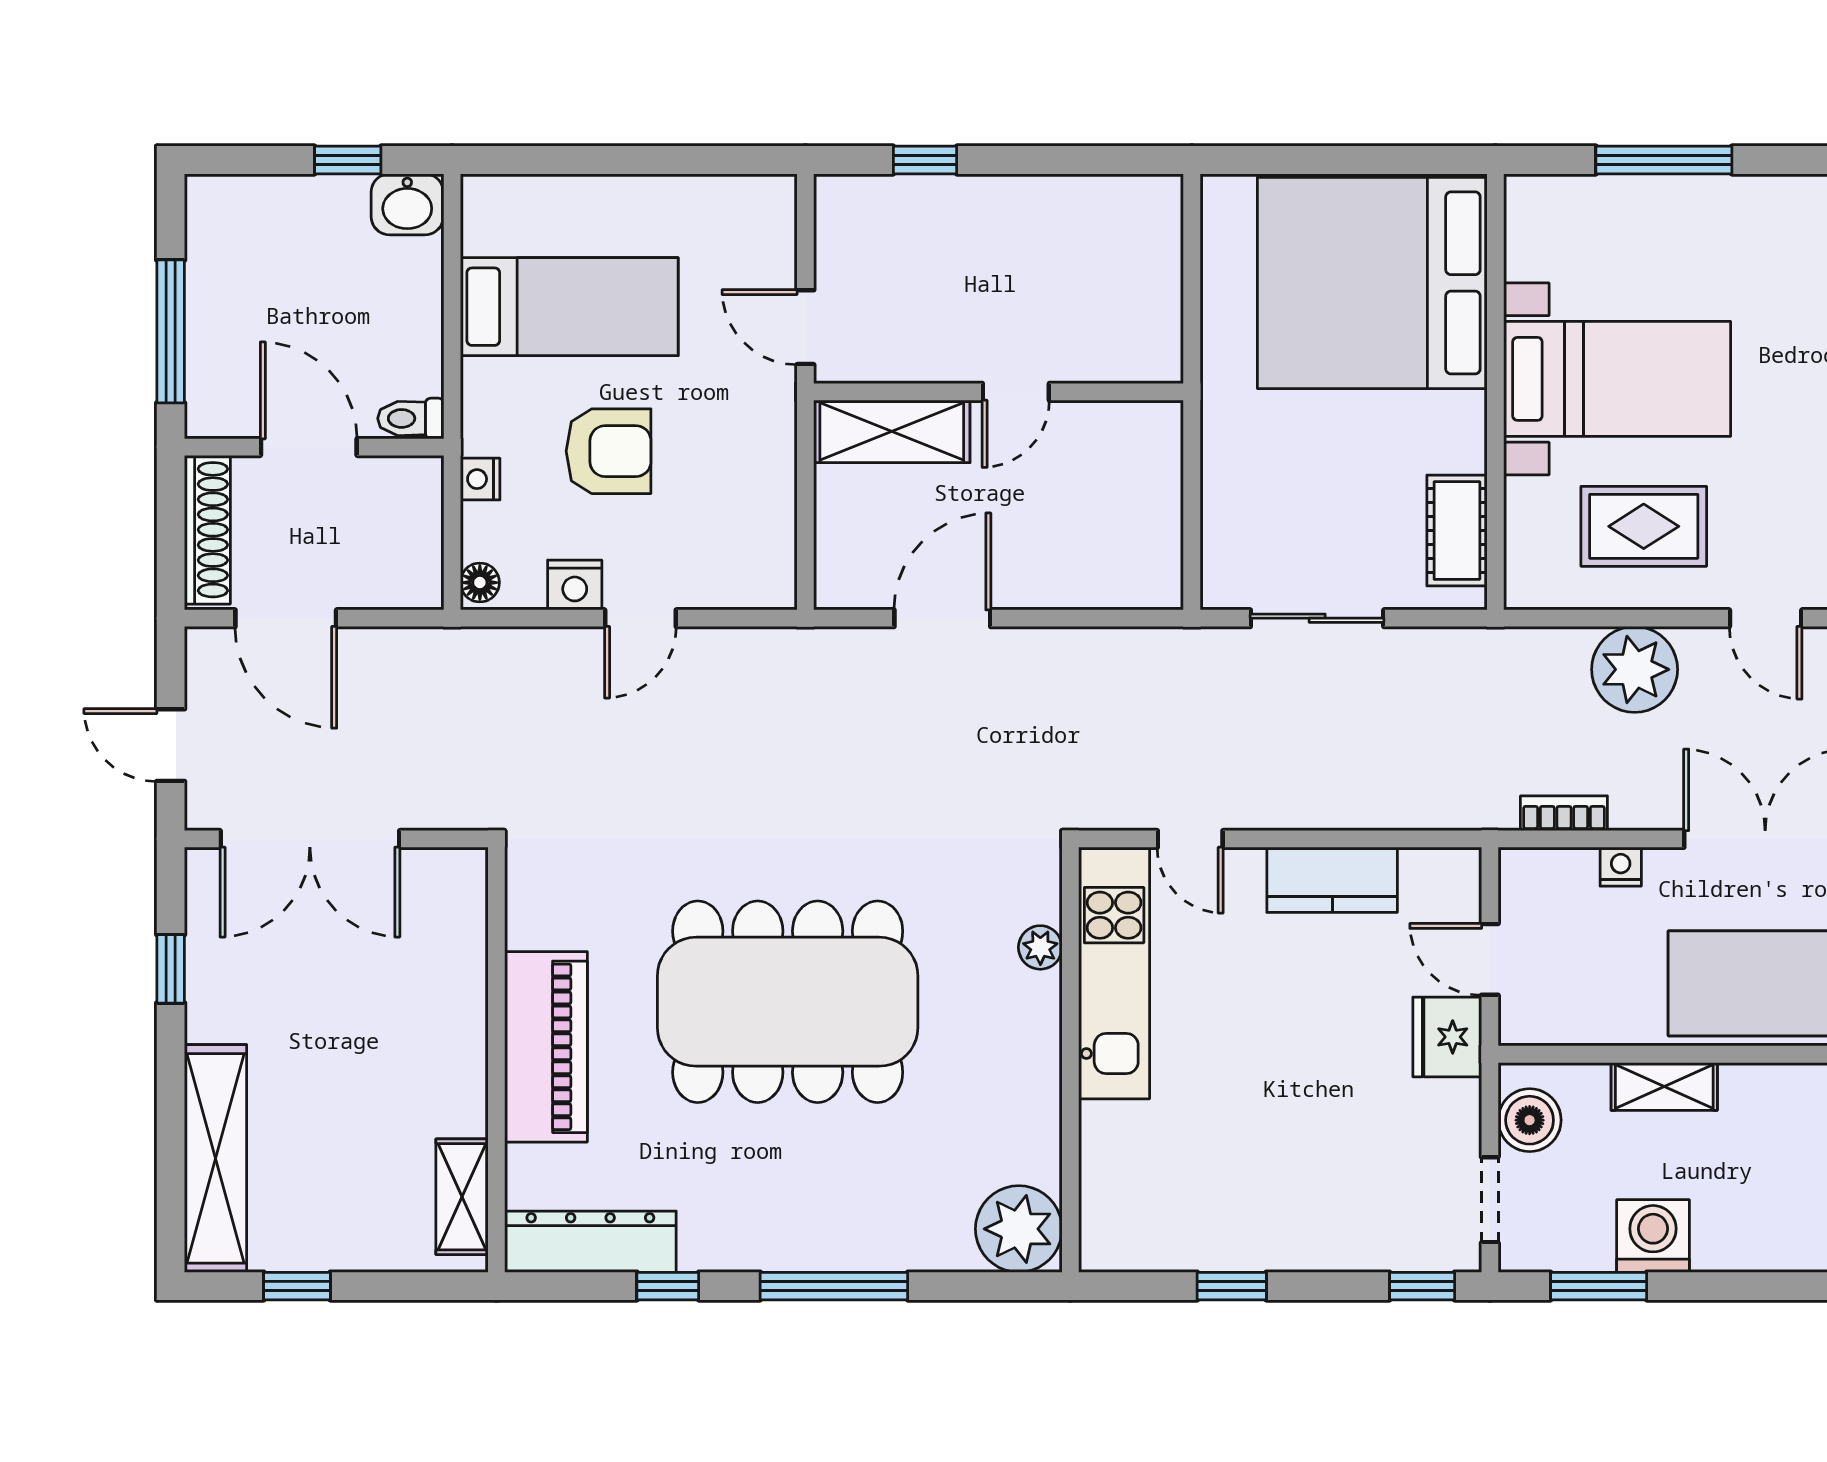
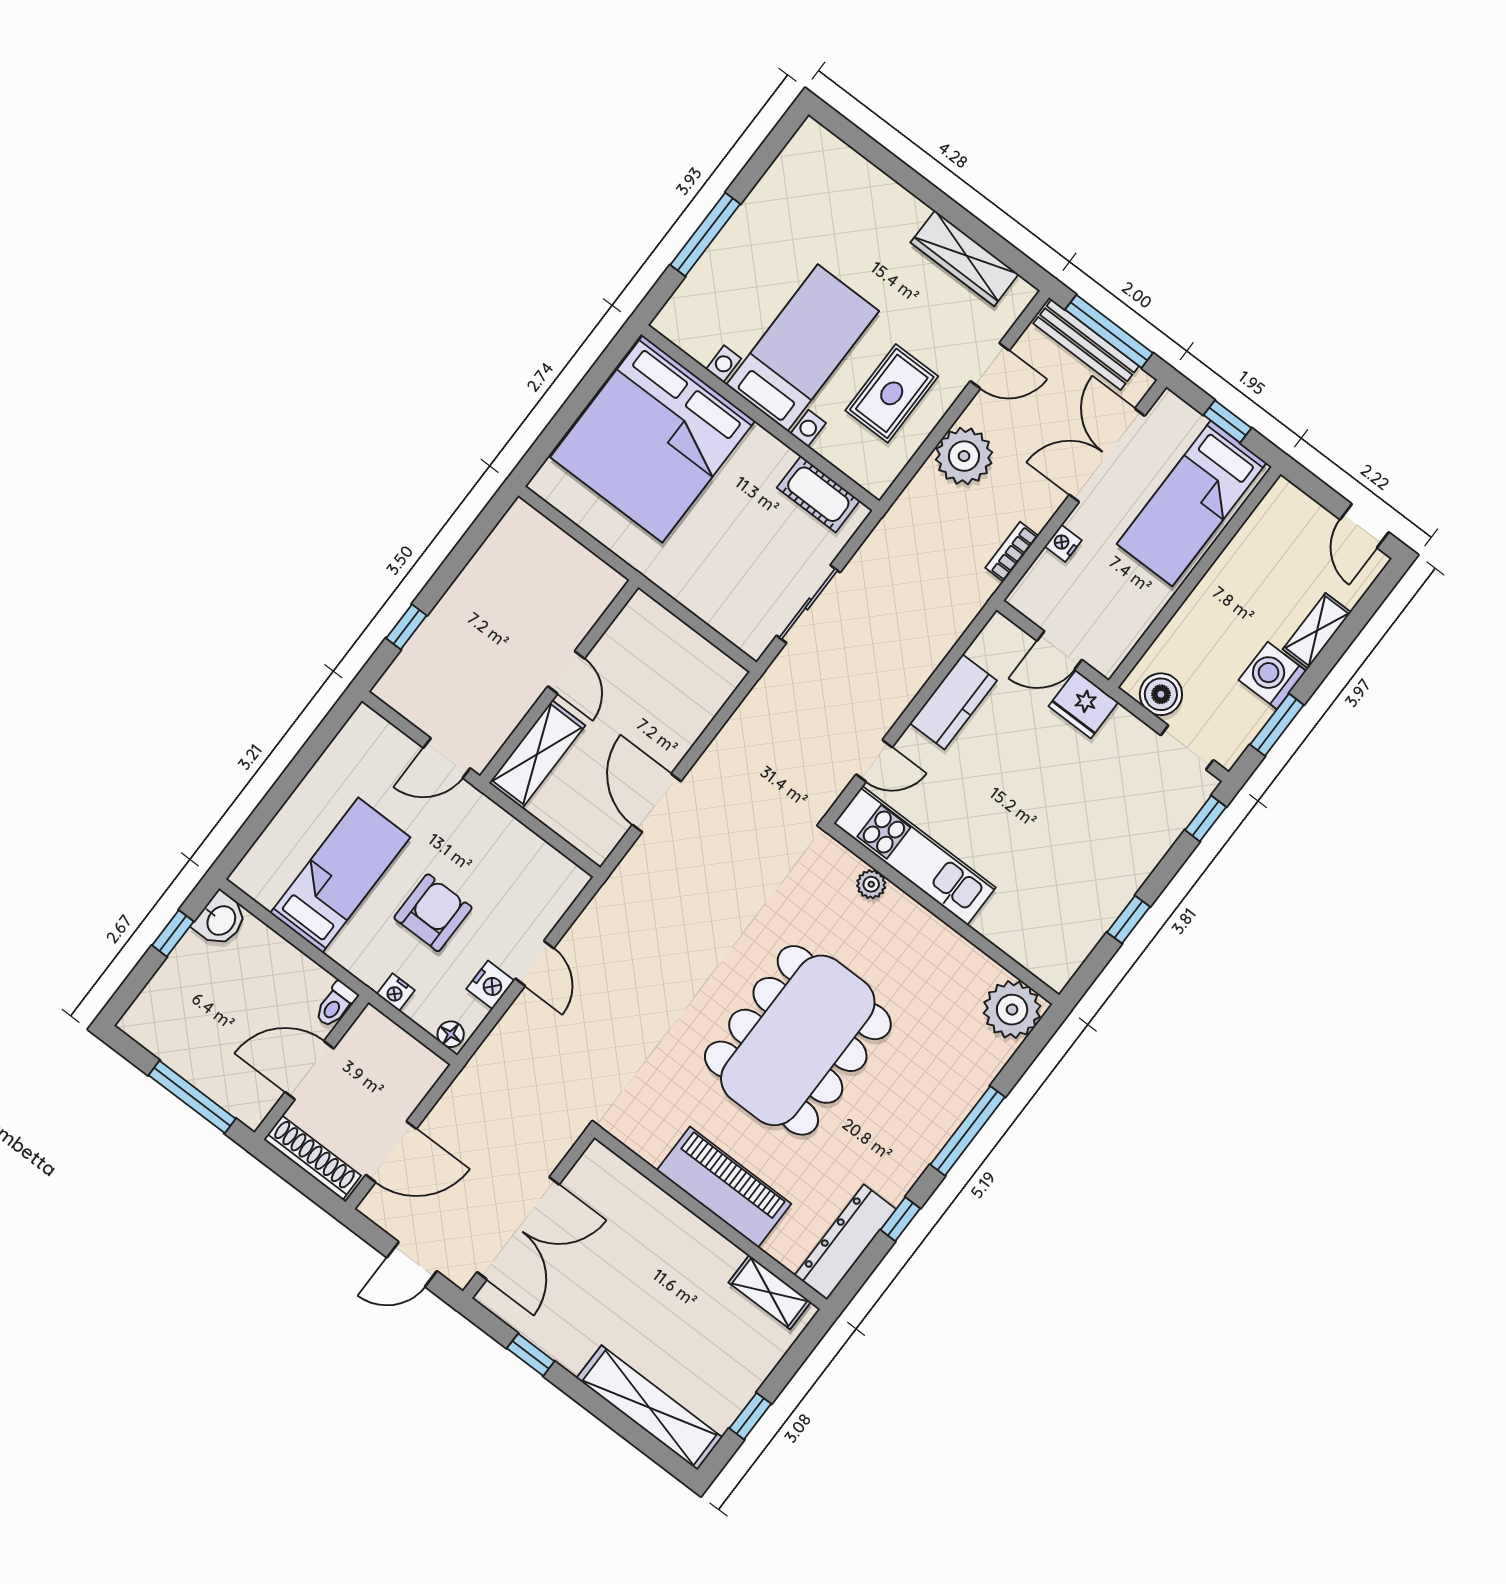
shelving: (1664, 1086) -> (1317, 631), moved

